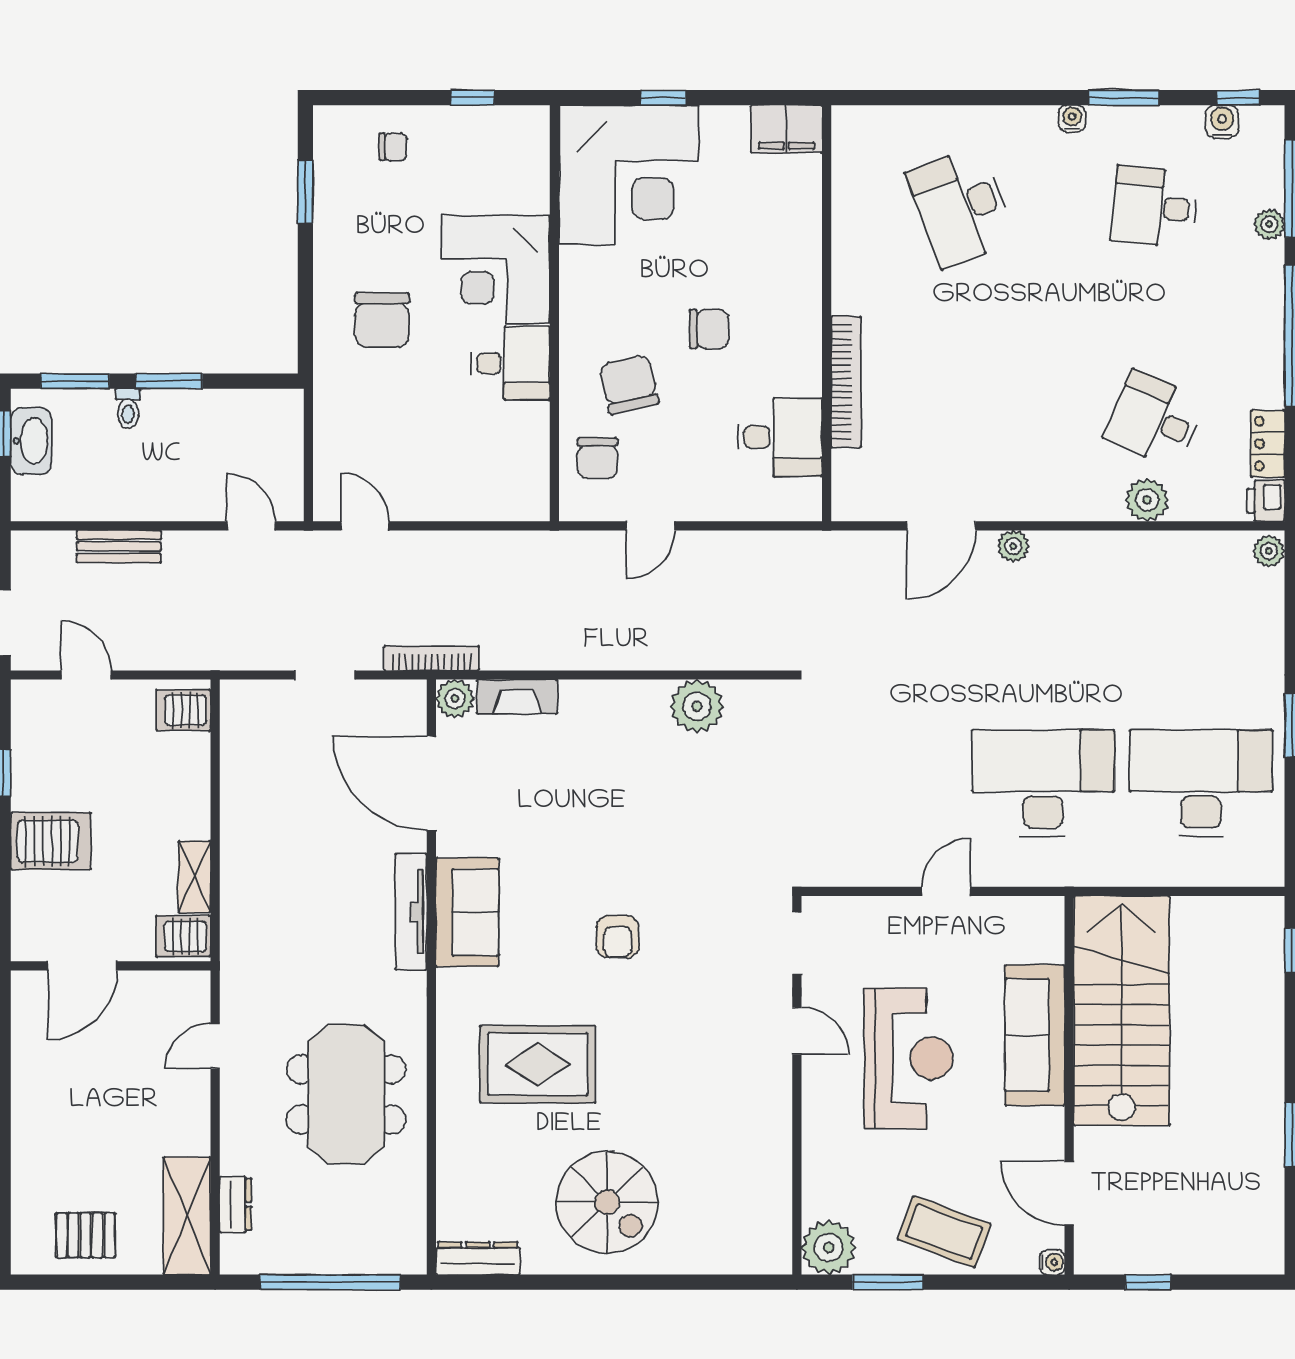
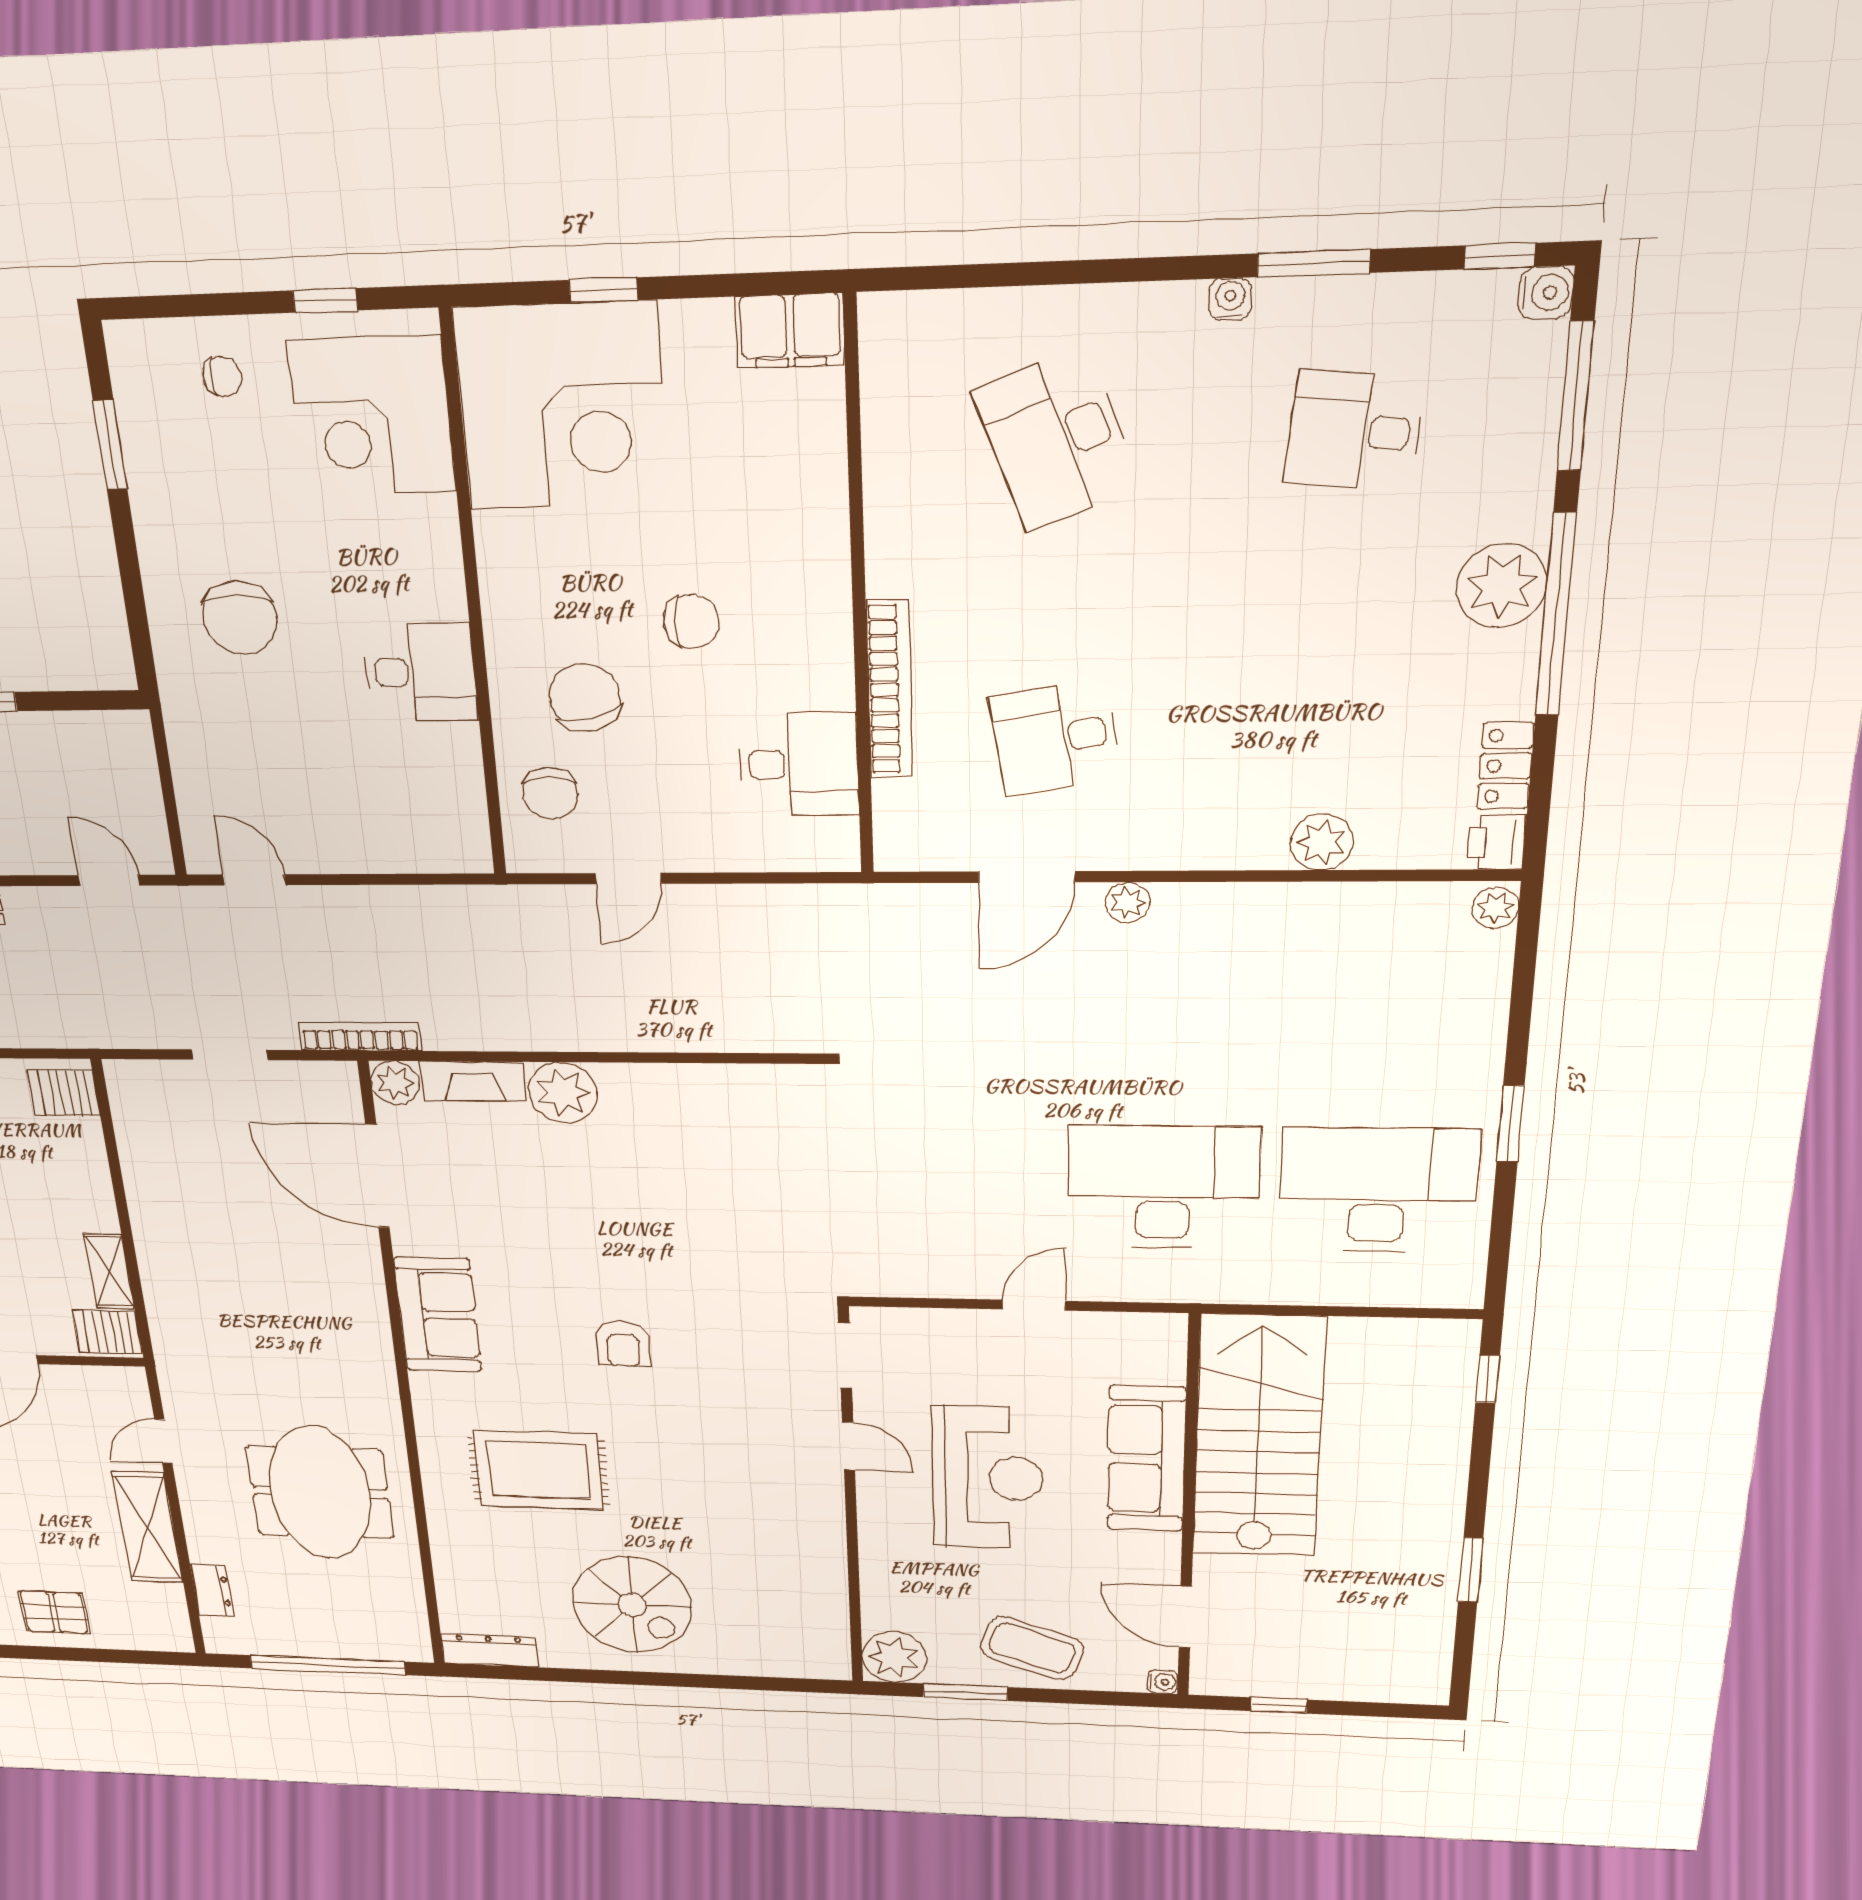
water cooler: (1222, 122) -> (1546, 293), moved, turned 90
plant: (1269, 224) -> (1502, 586), moved, width x1.87, depth x1.87
corner desk: (496, 270) -> (372, 416), moved
desk: (1155, 419) -> (1055, 738), moved, turned -33
plant: (697, 706) -> (563, 1093), moved
tv unit: (411, 912) -> (371, 1313), removed
shelving: (187, 1216) -> (148, 1528), moved

